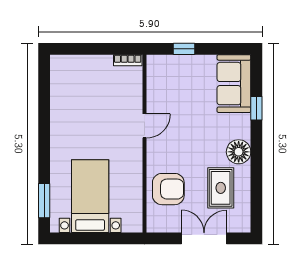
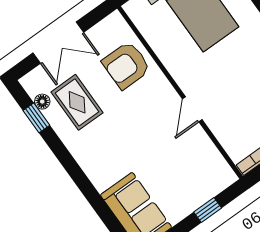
window: (256, 108) -> (36, 118), moved
floor lamp: (239, 152) -> (42, 102), moved, width x0.53, depth x0.53

